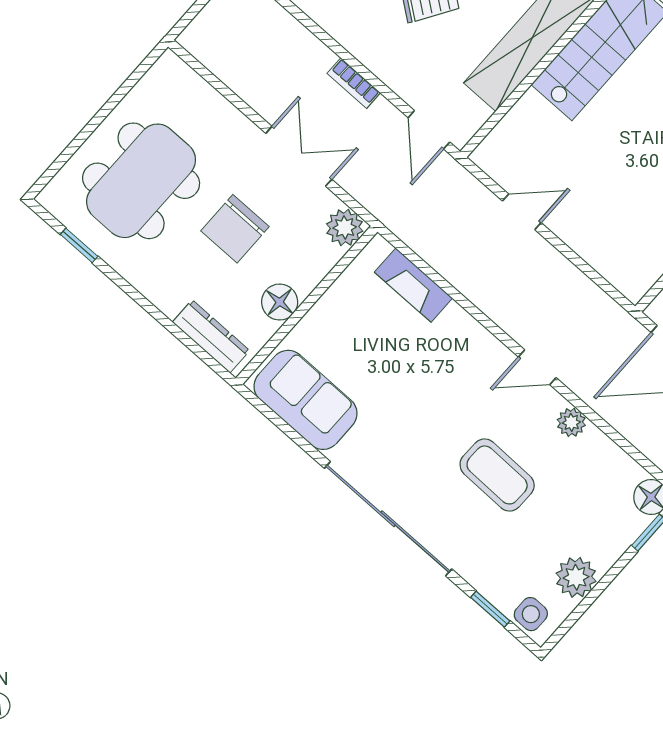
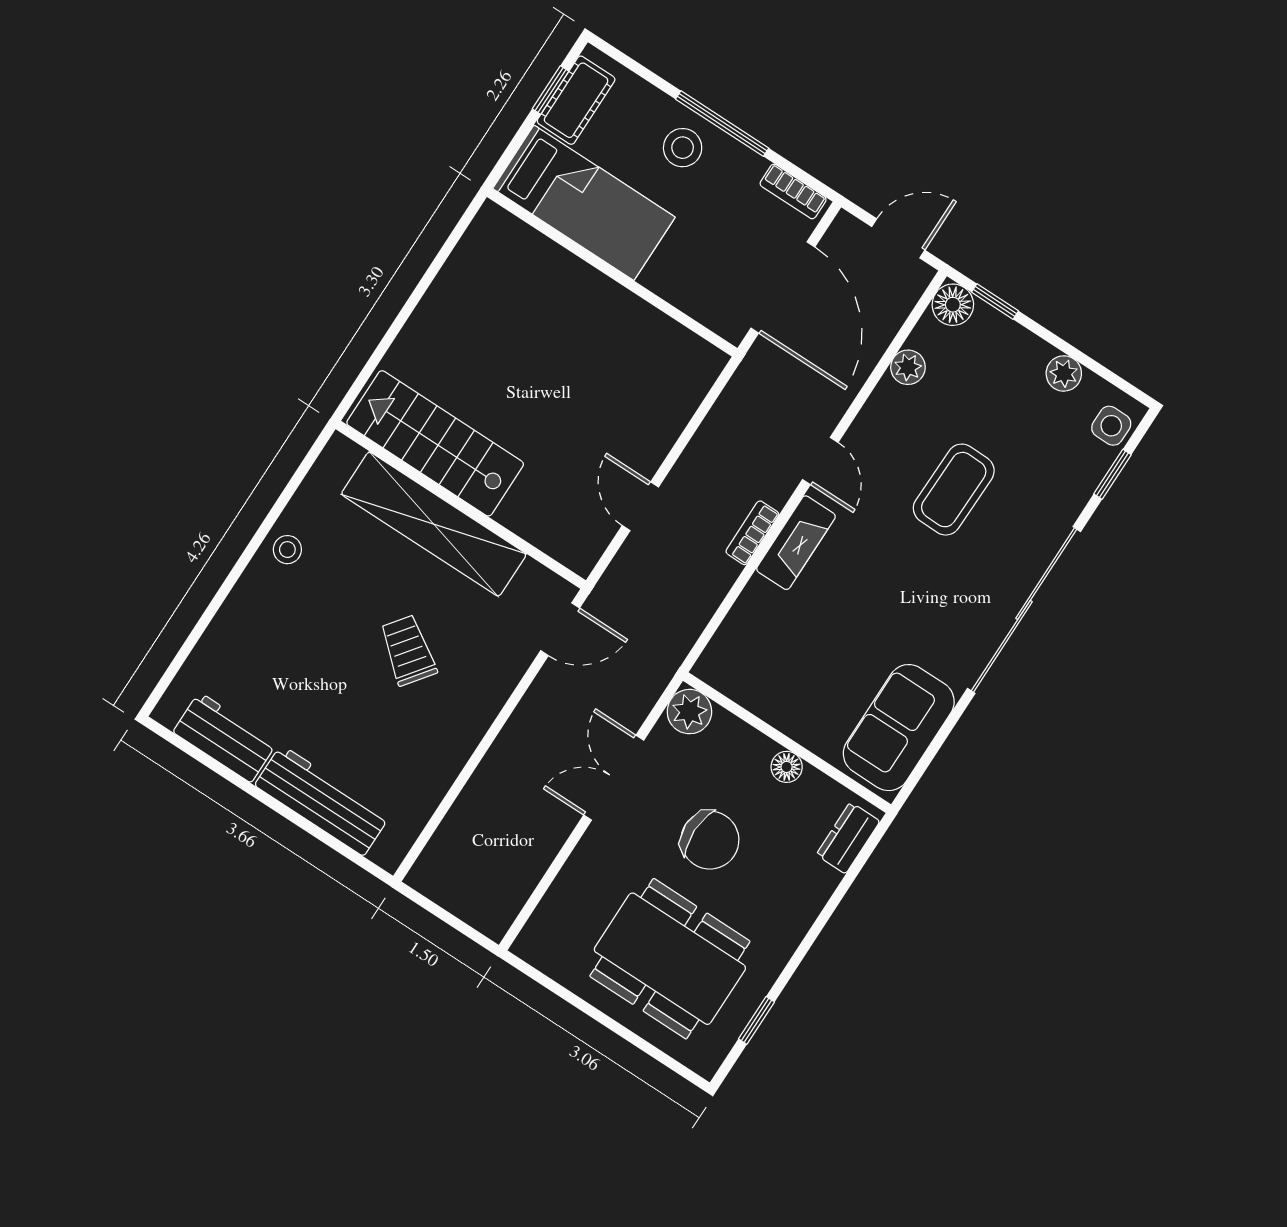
bookcase: (354, 83) -> (752, 533), moved, turned 180
fireplace: (413, 285) -> (796, 543), moved
floor lamp: (280, 302) -> (787, 767), width x0.73, depth x0.73
dresser: (211, 336) -> (848, 838), width x0.70
plant: (571, 422) -> (908, 367), moved
plant: (576, 577) -> (1064, 373), width x0.73, depth x0.73

